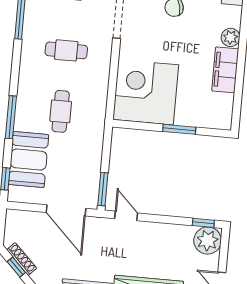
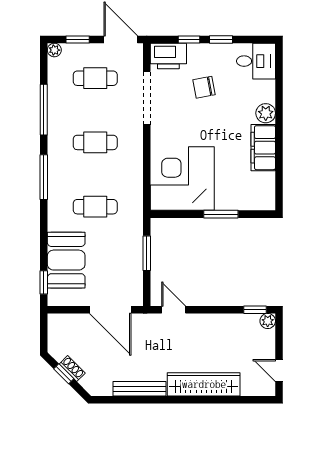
cafe table: (61, 111) -> (95, 207), turned 90
window: (11, 117) -> (44, 177), moved
window: (103, 189) -> (147, 253), moved
plant: (208, 241) -> (268, 321), width x0.53, depth x0.53
shoe rack: (22, 259) -> (72, 369), width x0.70

